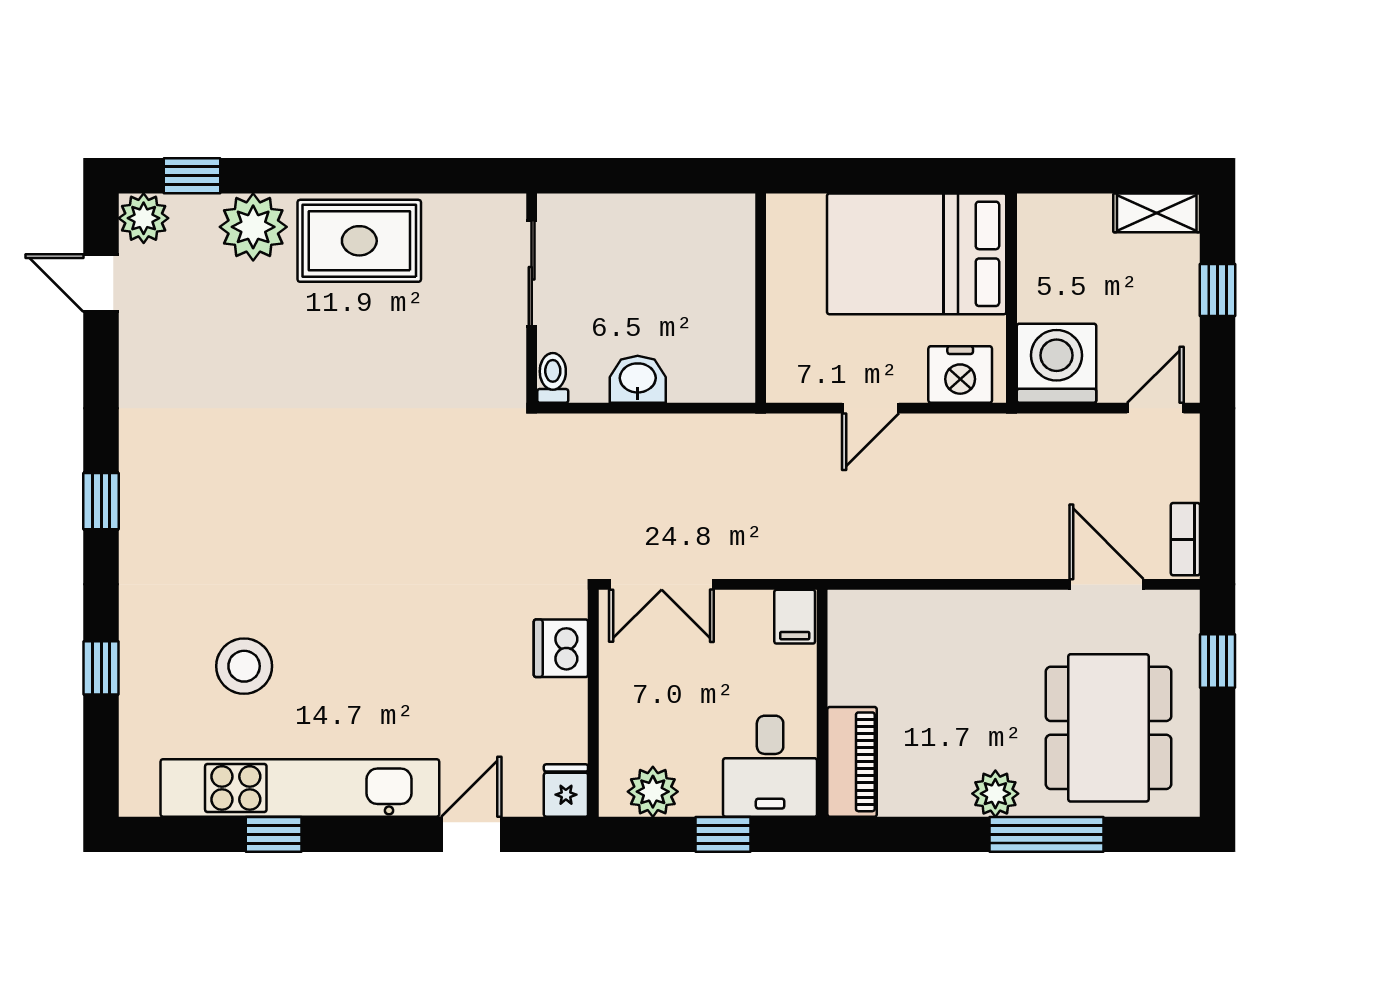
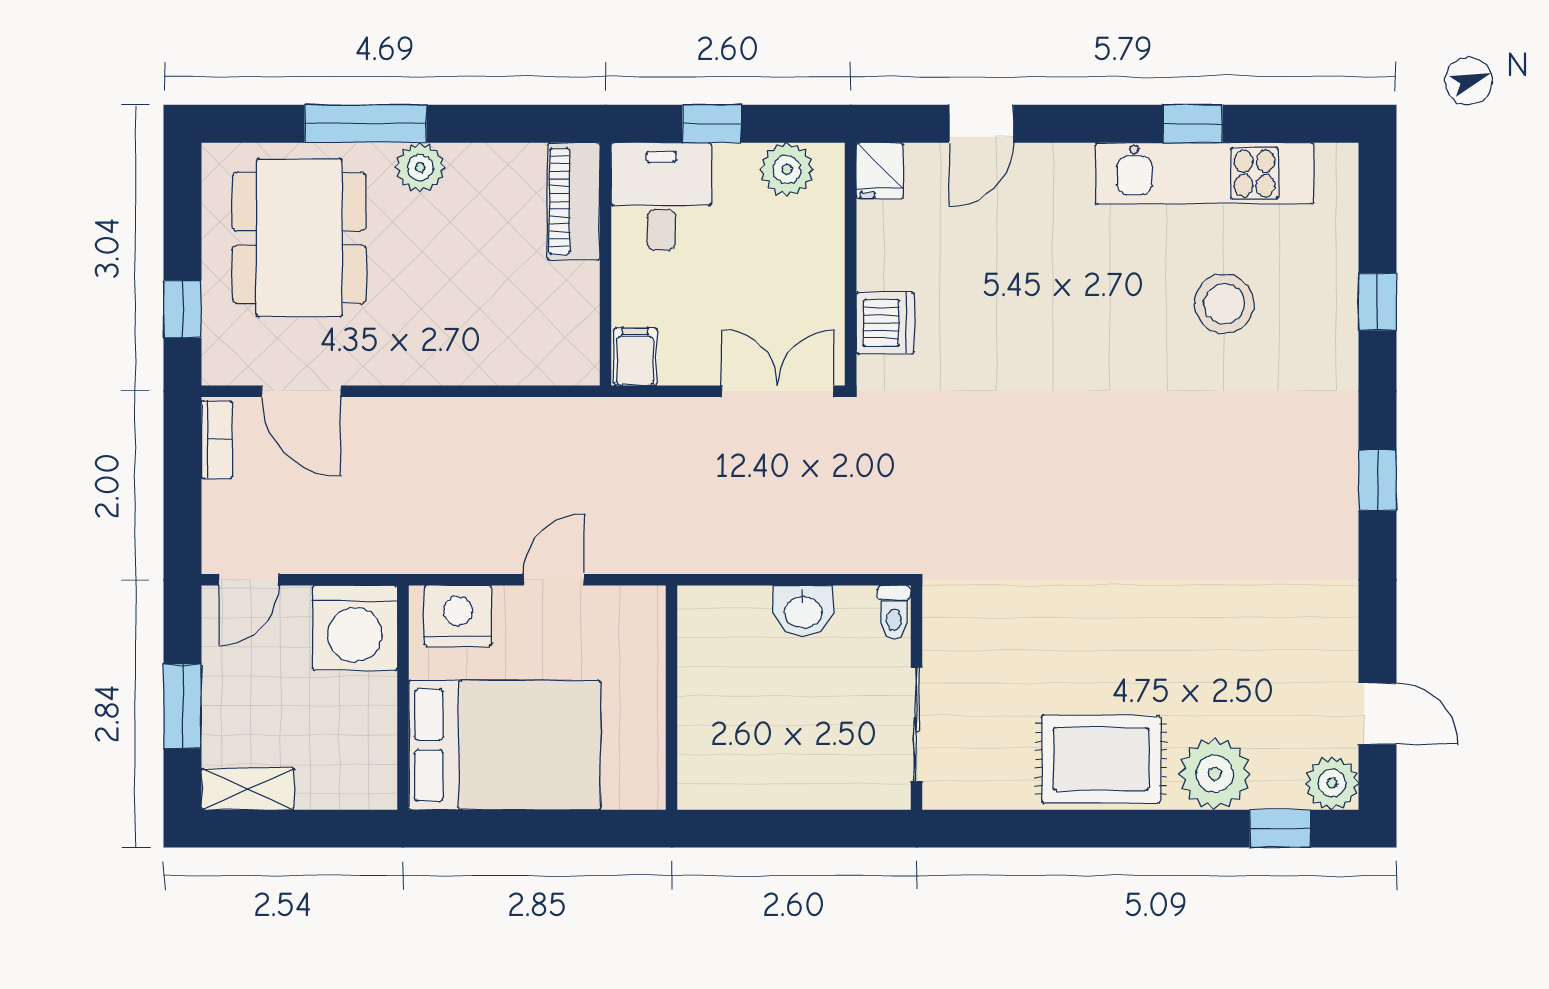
window: (1218, 290) -> (182, 706), width x1.50
kitchen unit: (300, 788) -> (1204, 173), width x0.73

